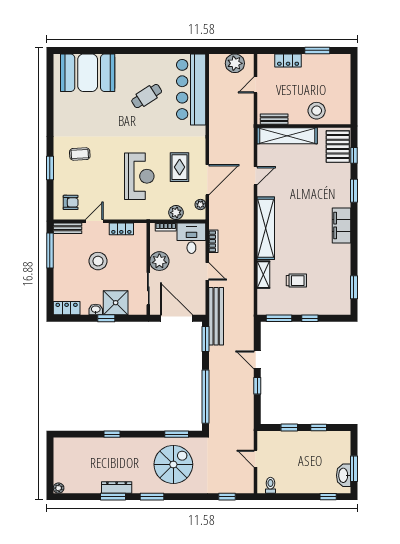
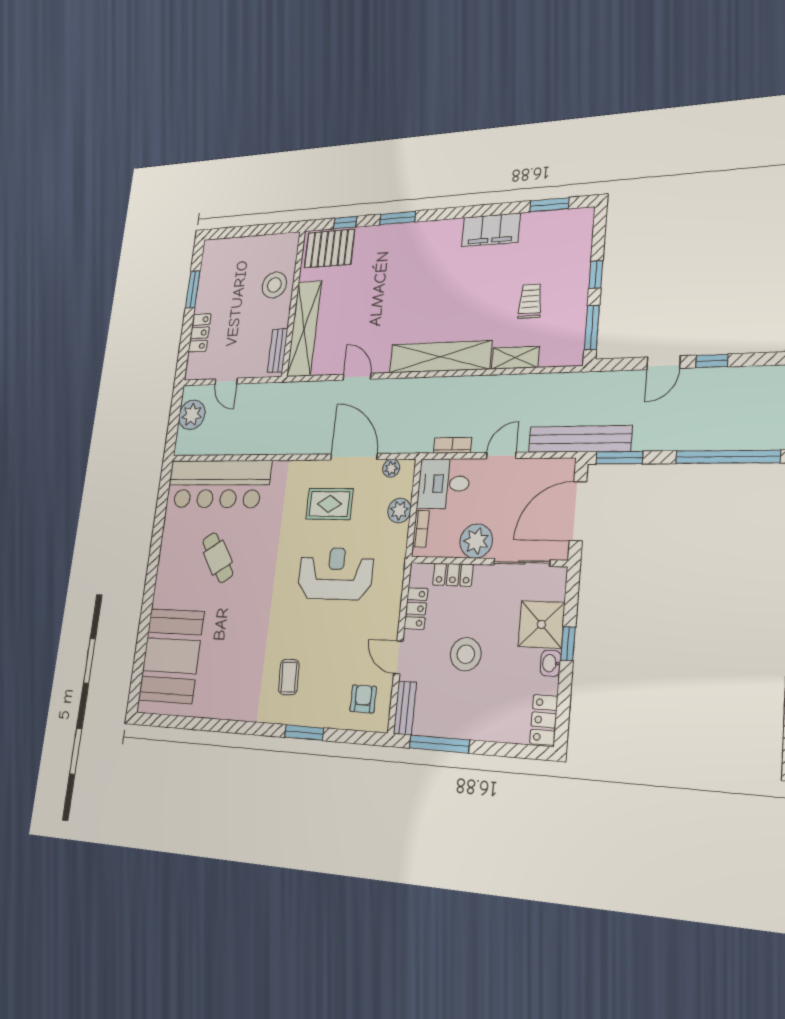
filing cabinet: (341, 225) -> (491, 230), moved
locker: (141, 249) -> (453, 575), added

